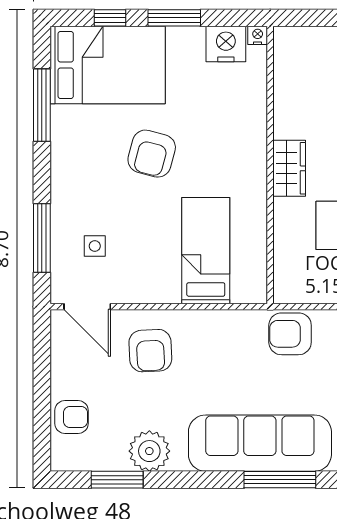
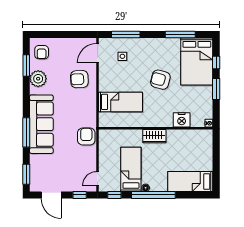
nightstand: (226, 44) -> (182, 120), moved, turned 90
armchair: (72, 417) -> (42, 52), moved

